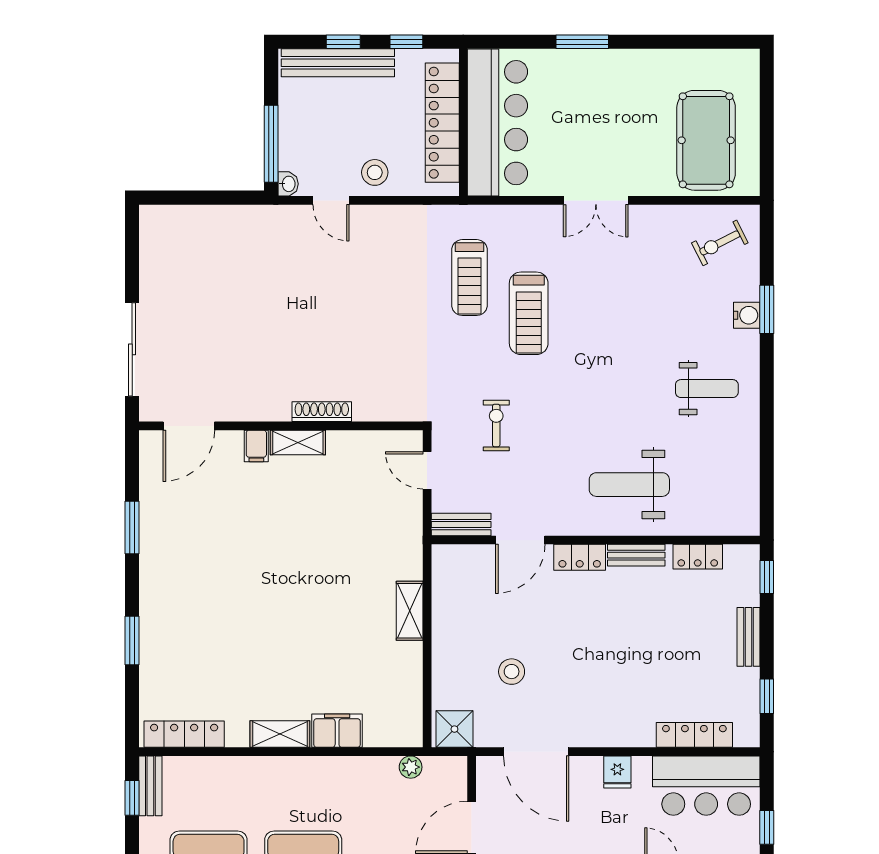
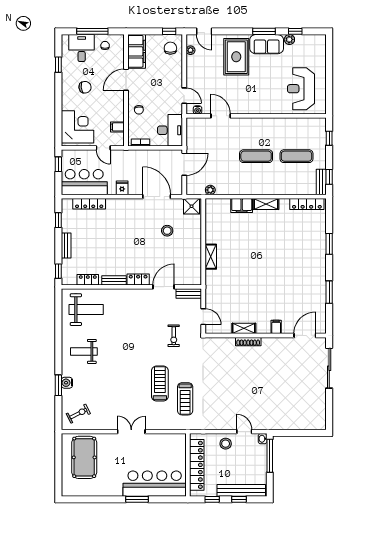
bar counter: (497, 123) -> (155, 484), moved, turned 90
treadmill: (469, 278) -> (185, 399), turned 180
shelving: (298, 442) -> (244, 328), moved
weight bench: (629, 485) -> (86, 310), moved

